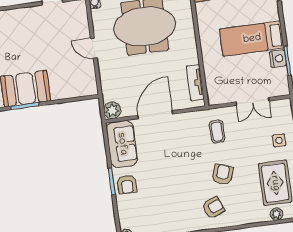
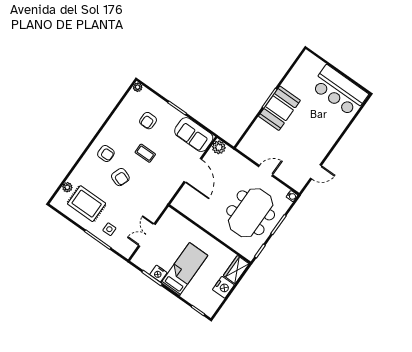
tv unit: (195, 83) -> (190, 212), removed
coffee table: (217, 132) -> (145, 153), moved
armchair: (127, 184) -> (148, 121), moved, turned -90
armchair: (213, 208) -> (106, 153), turned -68

